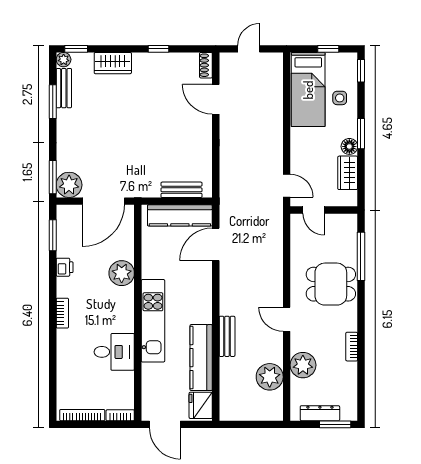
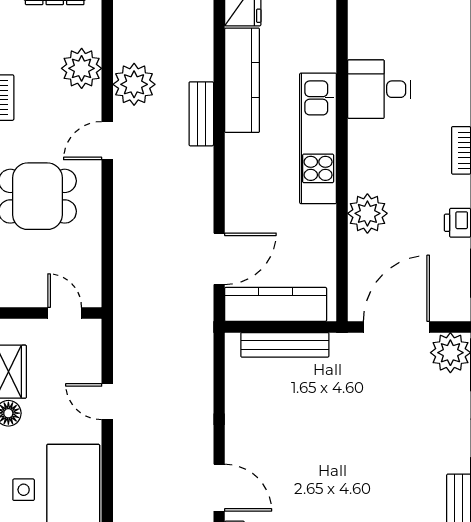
door: (287, 186) -> (107, 402), moved
bench: (181, 190) -> (285, 345), width x1.36
door: (287, 319) -> (107, 141), swing flipped
plant: (270, 377) -> (134, 84), moved

